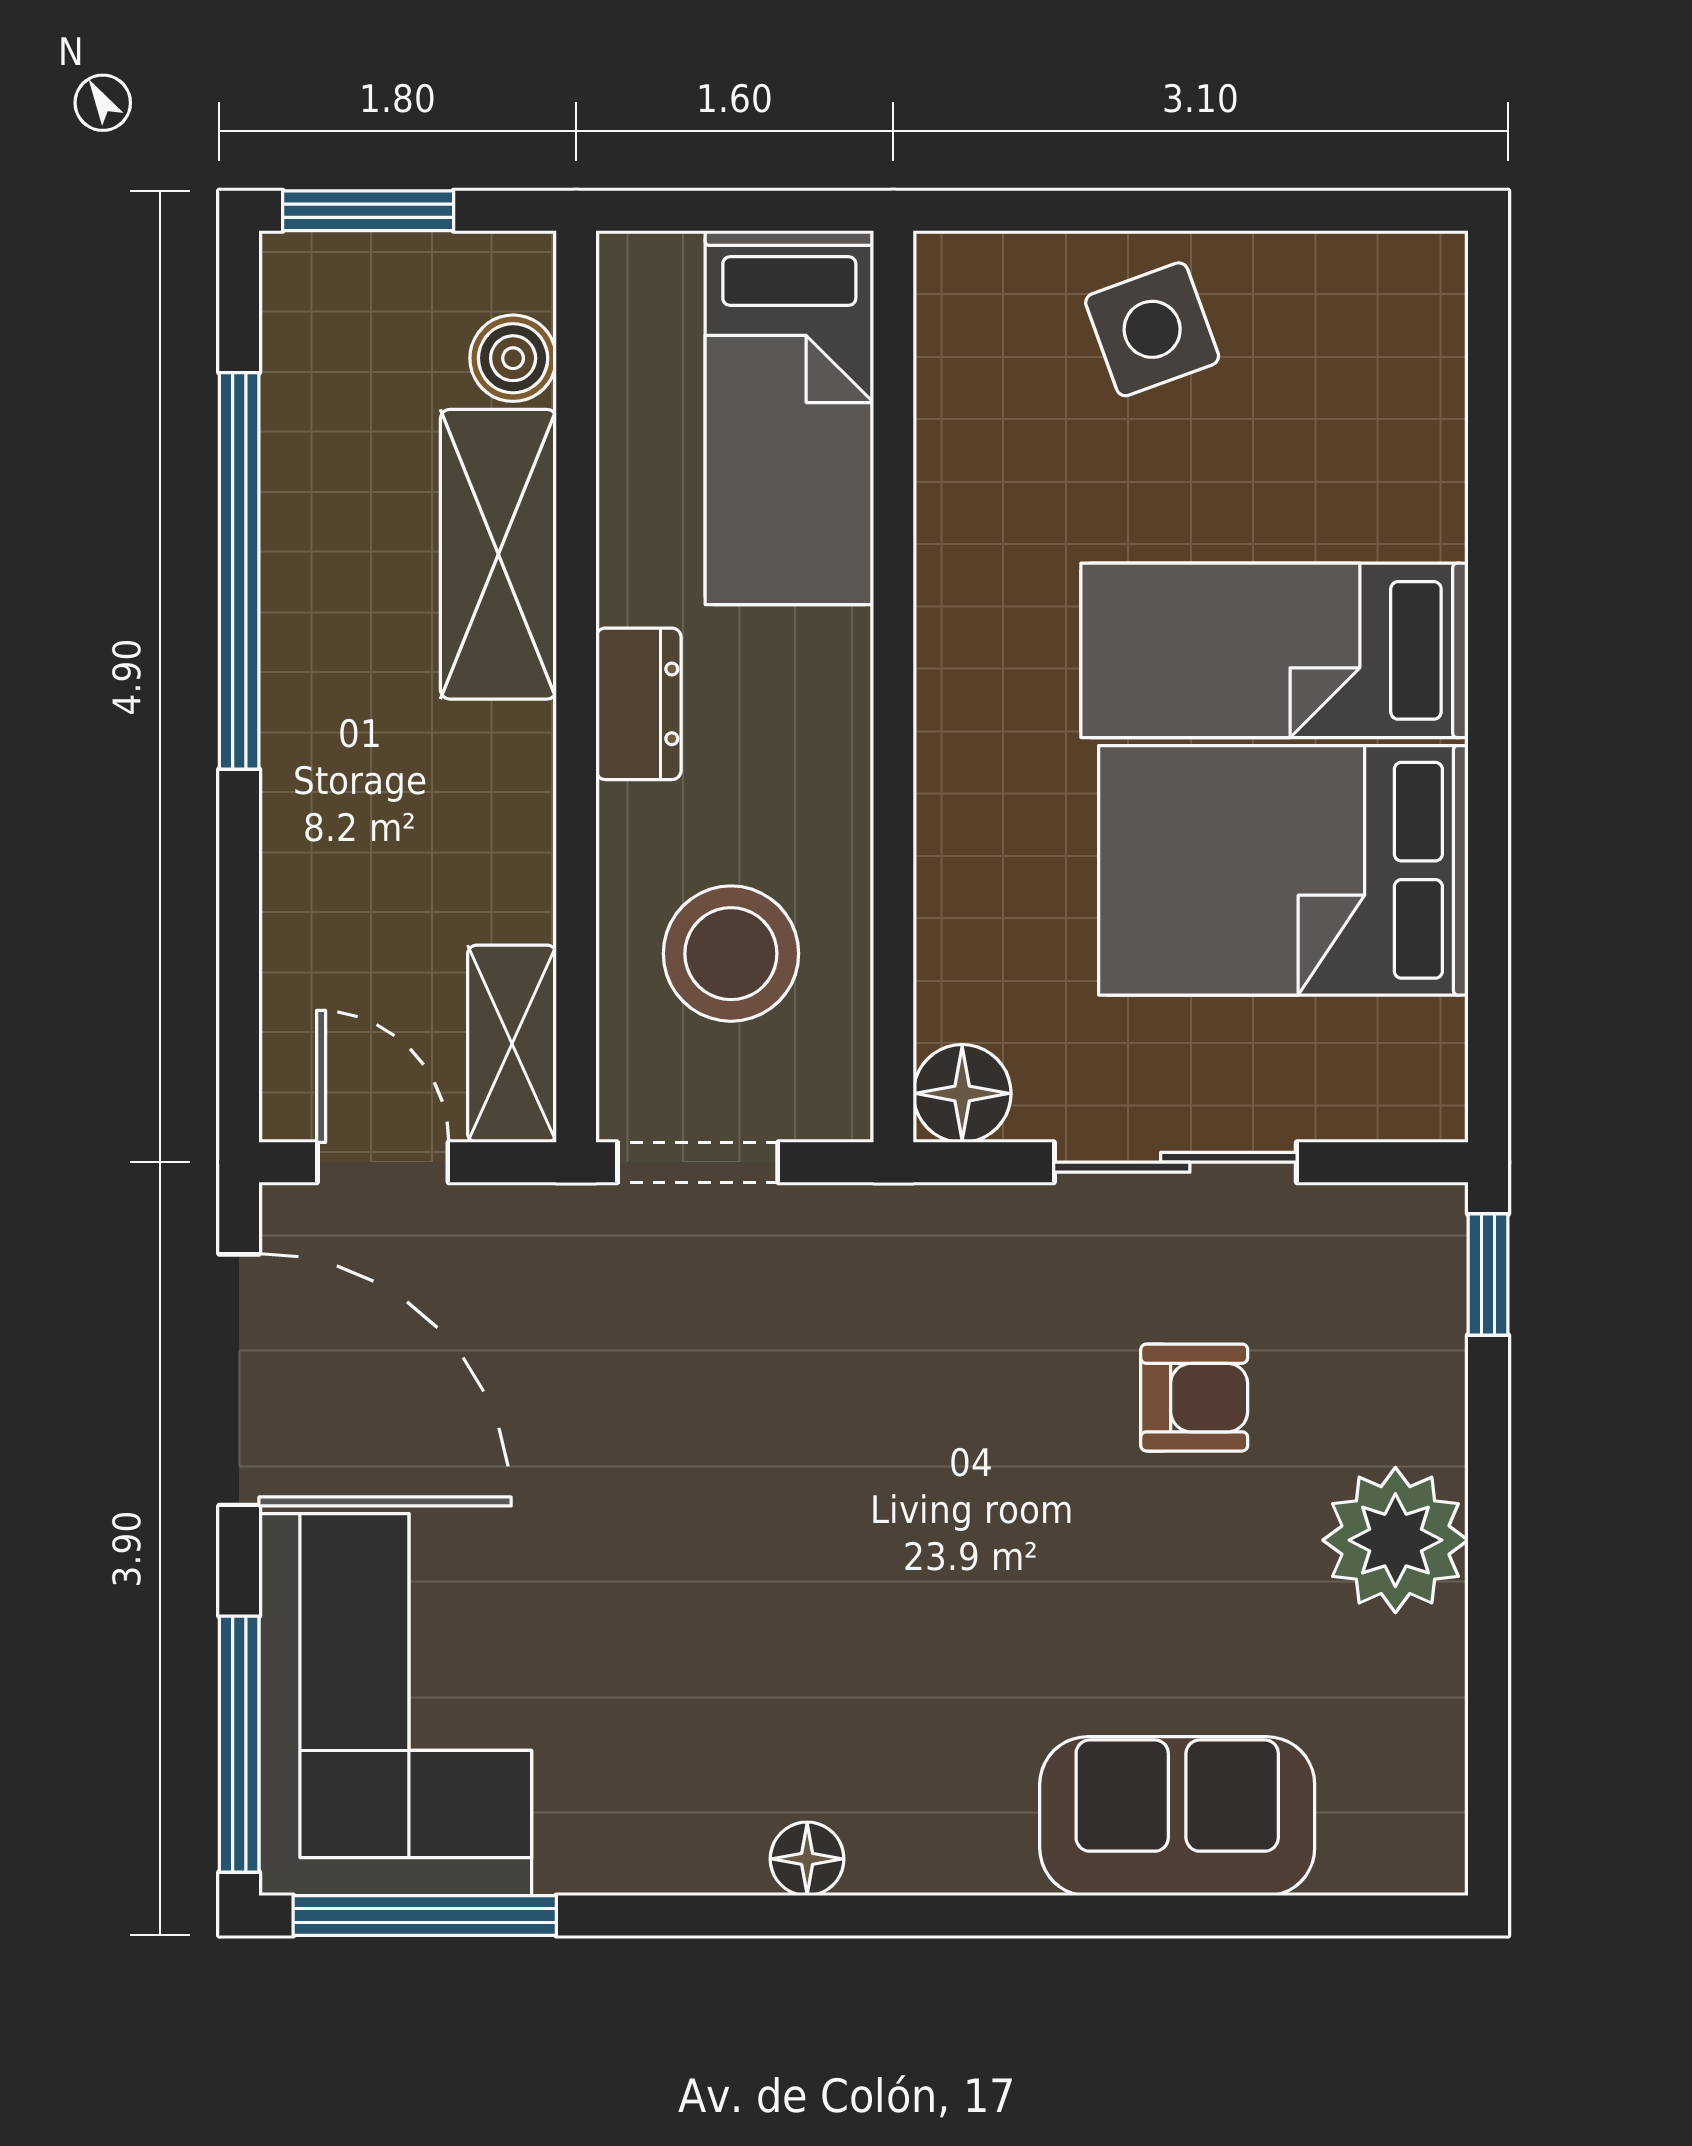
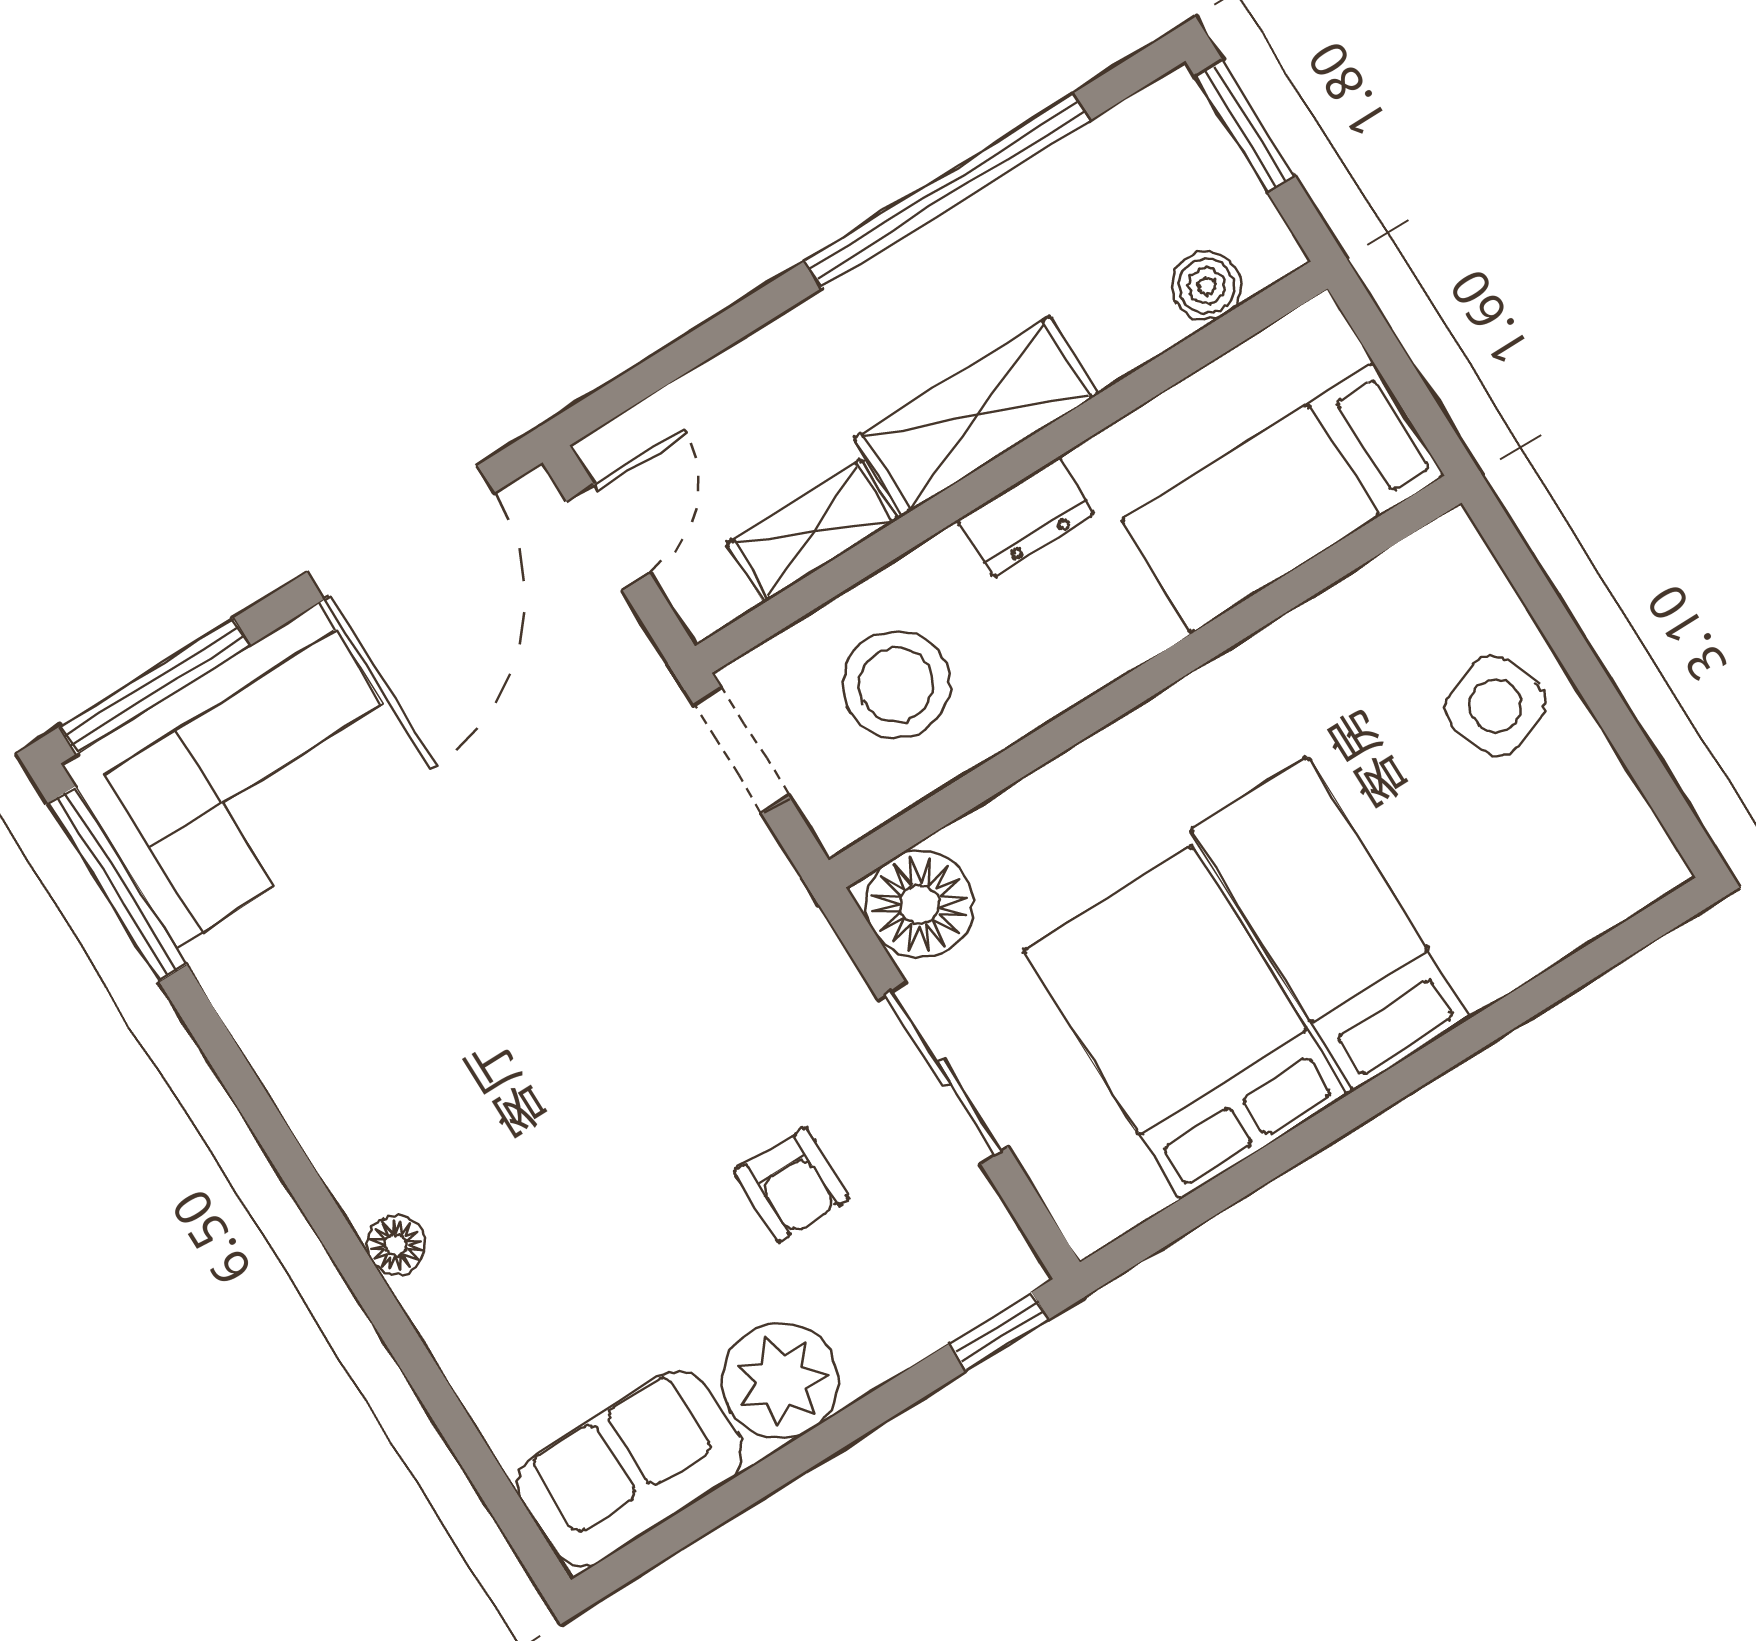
shelving: (498, 554) -> (976, 416), moved
shelving: (512, 1044) -> (812, 531), moved
floor lamp: (962, 1093) -> (919, 904), width x1.38, depth x1.38
sofa: (1177, 1816) -> (630, 1469), moved, turned -90
floor lamp: (807, 1859) -> (396, 1245), moved

